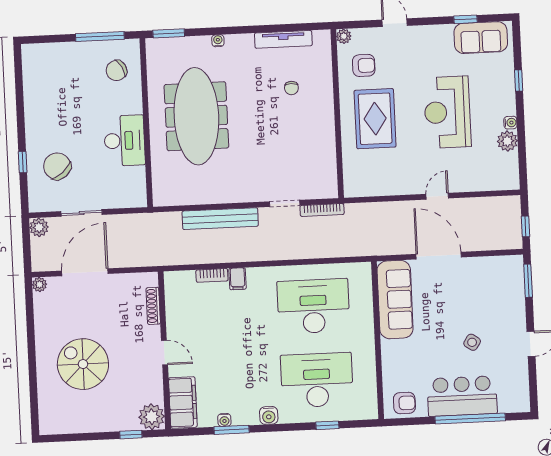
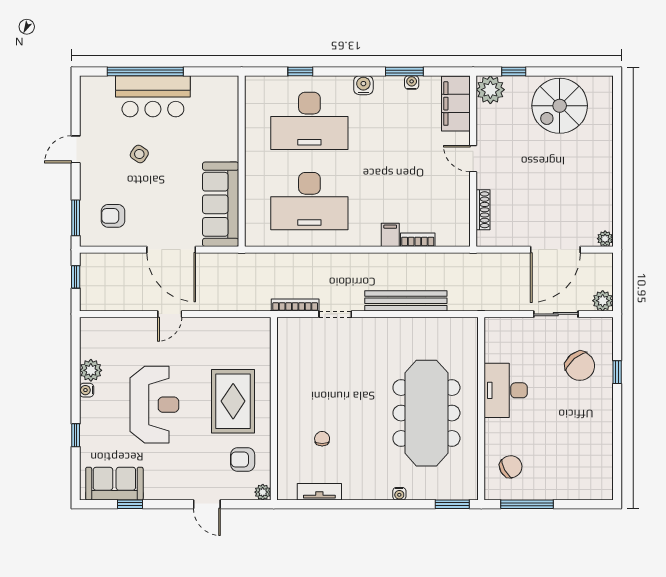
tv unit: (283, 39) -> (319, 492), width x0.71
spiral stairs: (83, 364) -> (560, 106), moved, turned 90
armchair: (404, 403) -> (113, 216), moved

